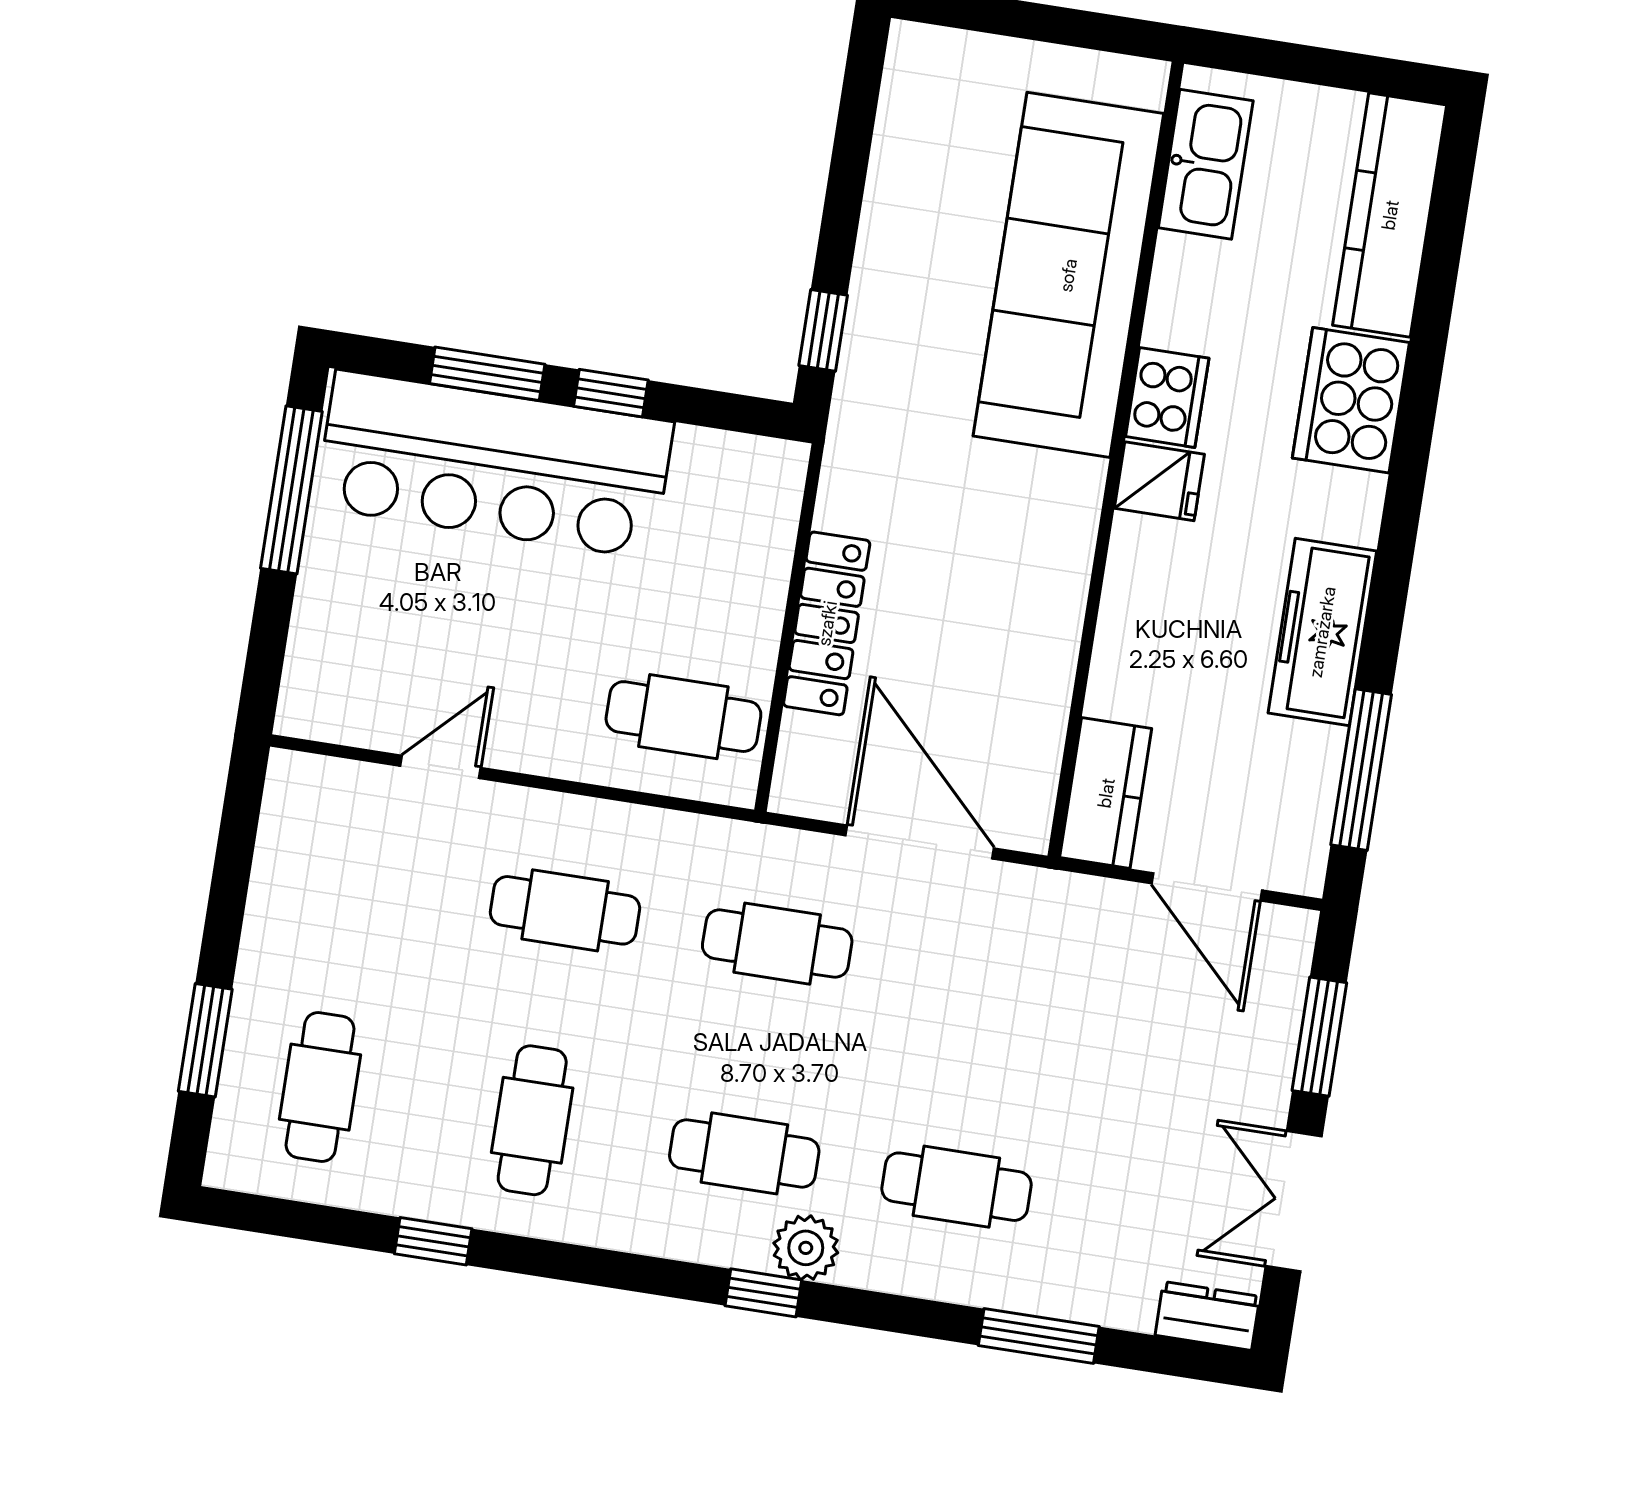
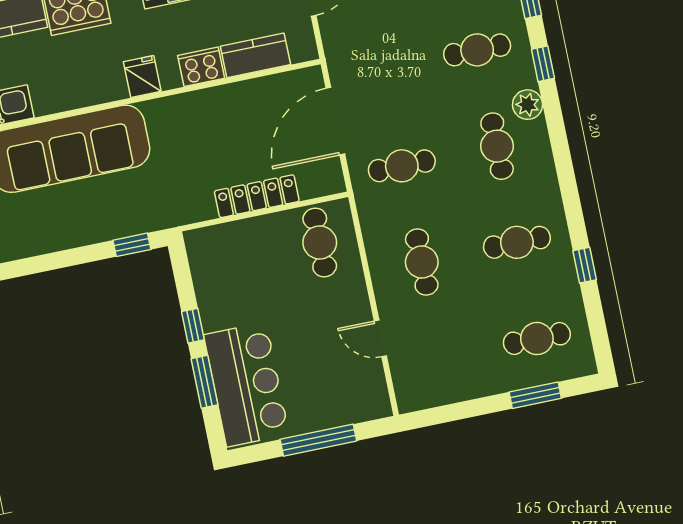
cooker: (1167, 397) -> (201, 67), moved
bar counter: (494, 464) -> (246, 385), width x0.73
window: (291, 490) -> (318, 440), moved
kitchen counter: (1106, 793) -> (255, 55), moved
cafe table: (777, 944) -> (402, 166), turned 90
cafe table: (956, 1187) -> (477, 50), turned 90
window: (763, 1293) -> (543, 64), moved

